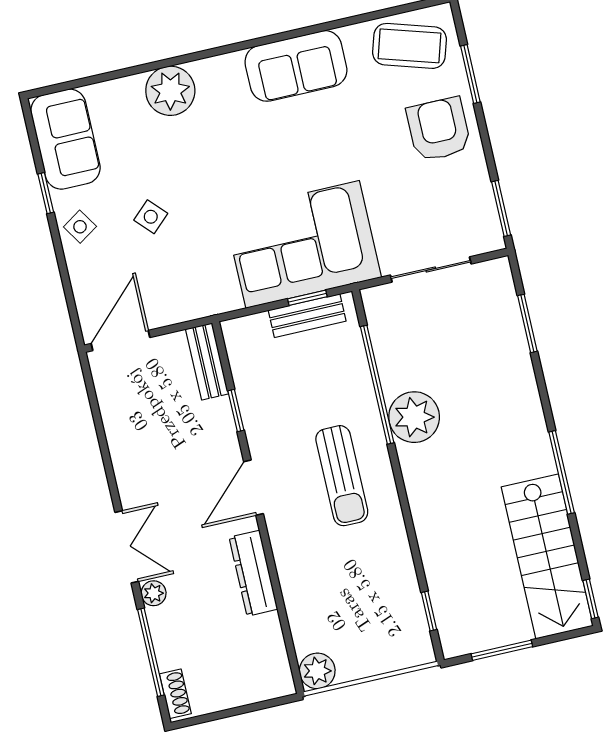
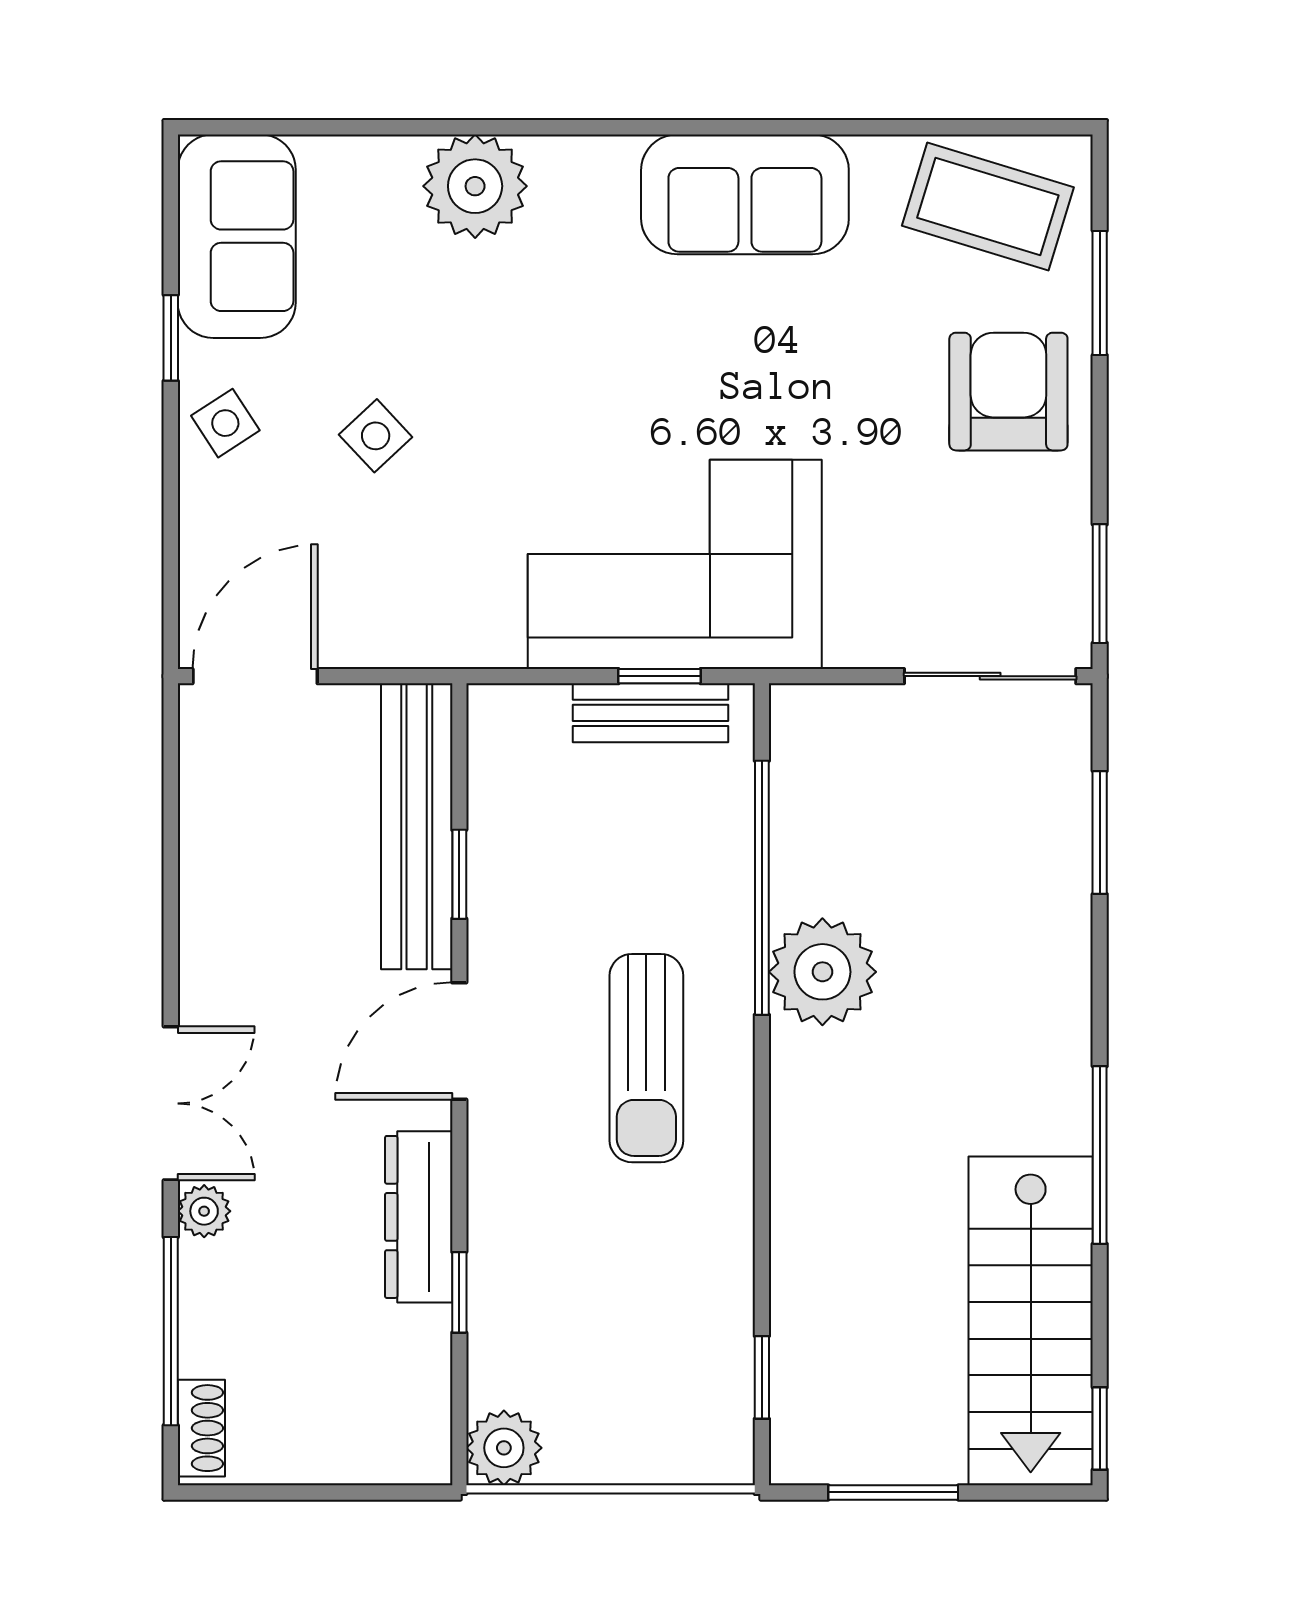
sliding door: (431, 269) -> (990, 676), moved
bench: (207, 361) -> (417, 826), width x1.86, depth x1.21
window: (280, 604) -> (459, 1292), added

